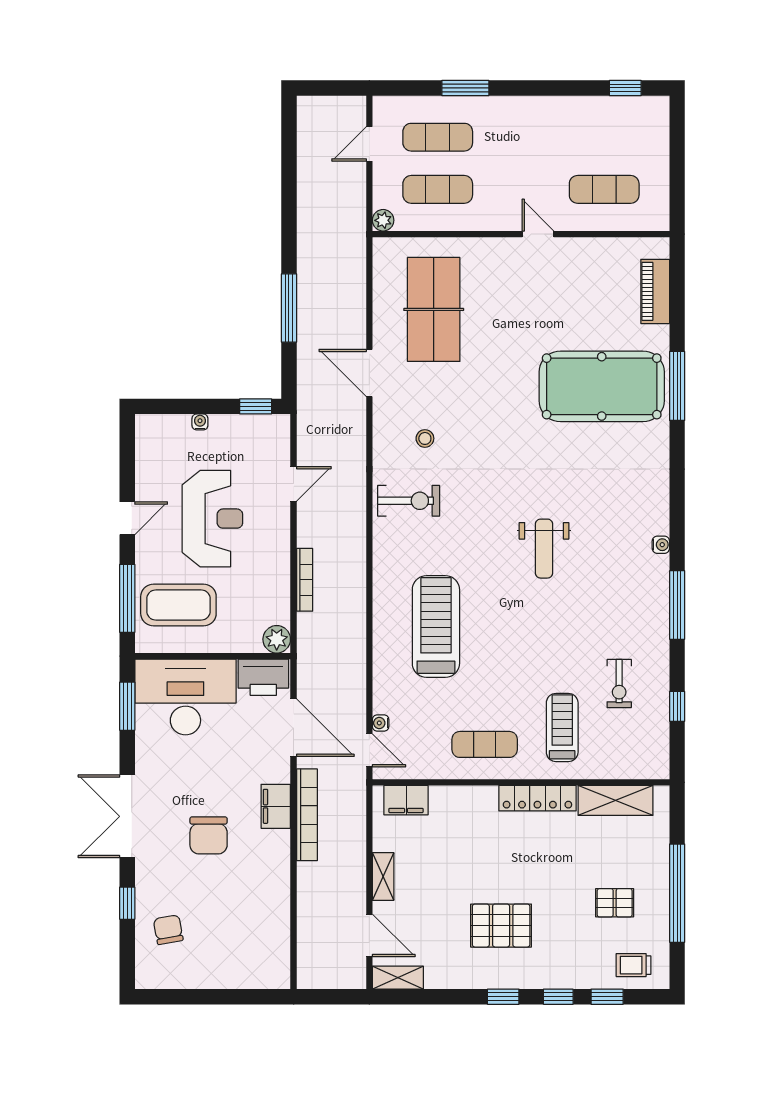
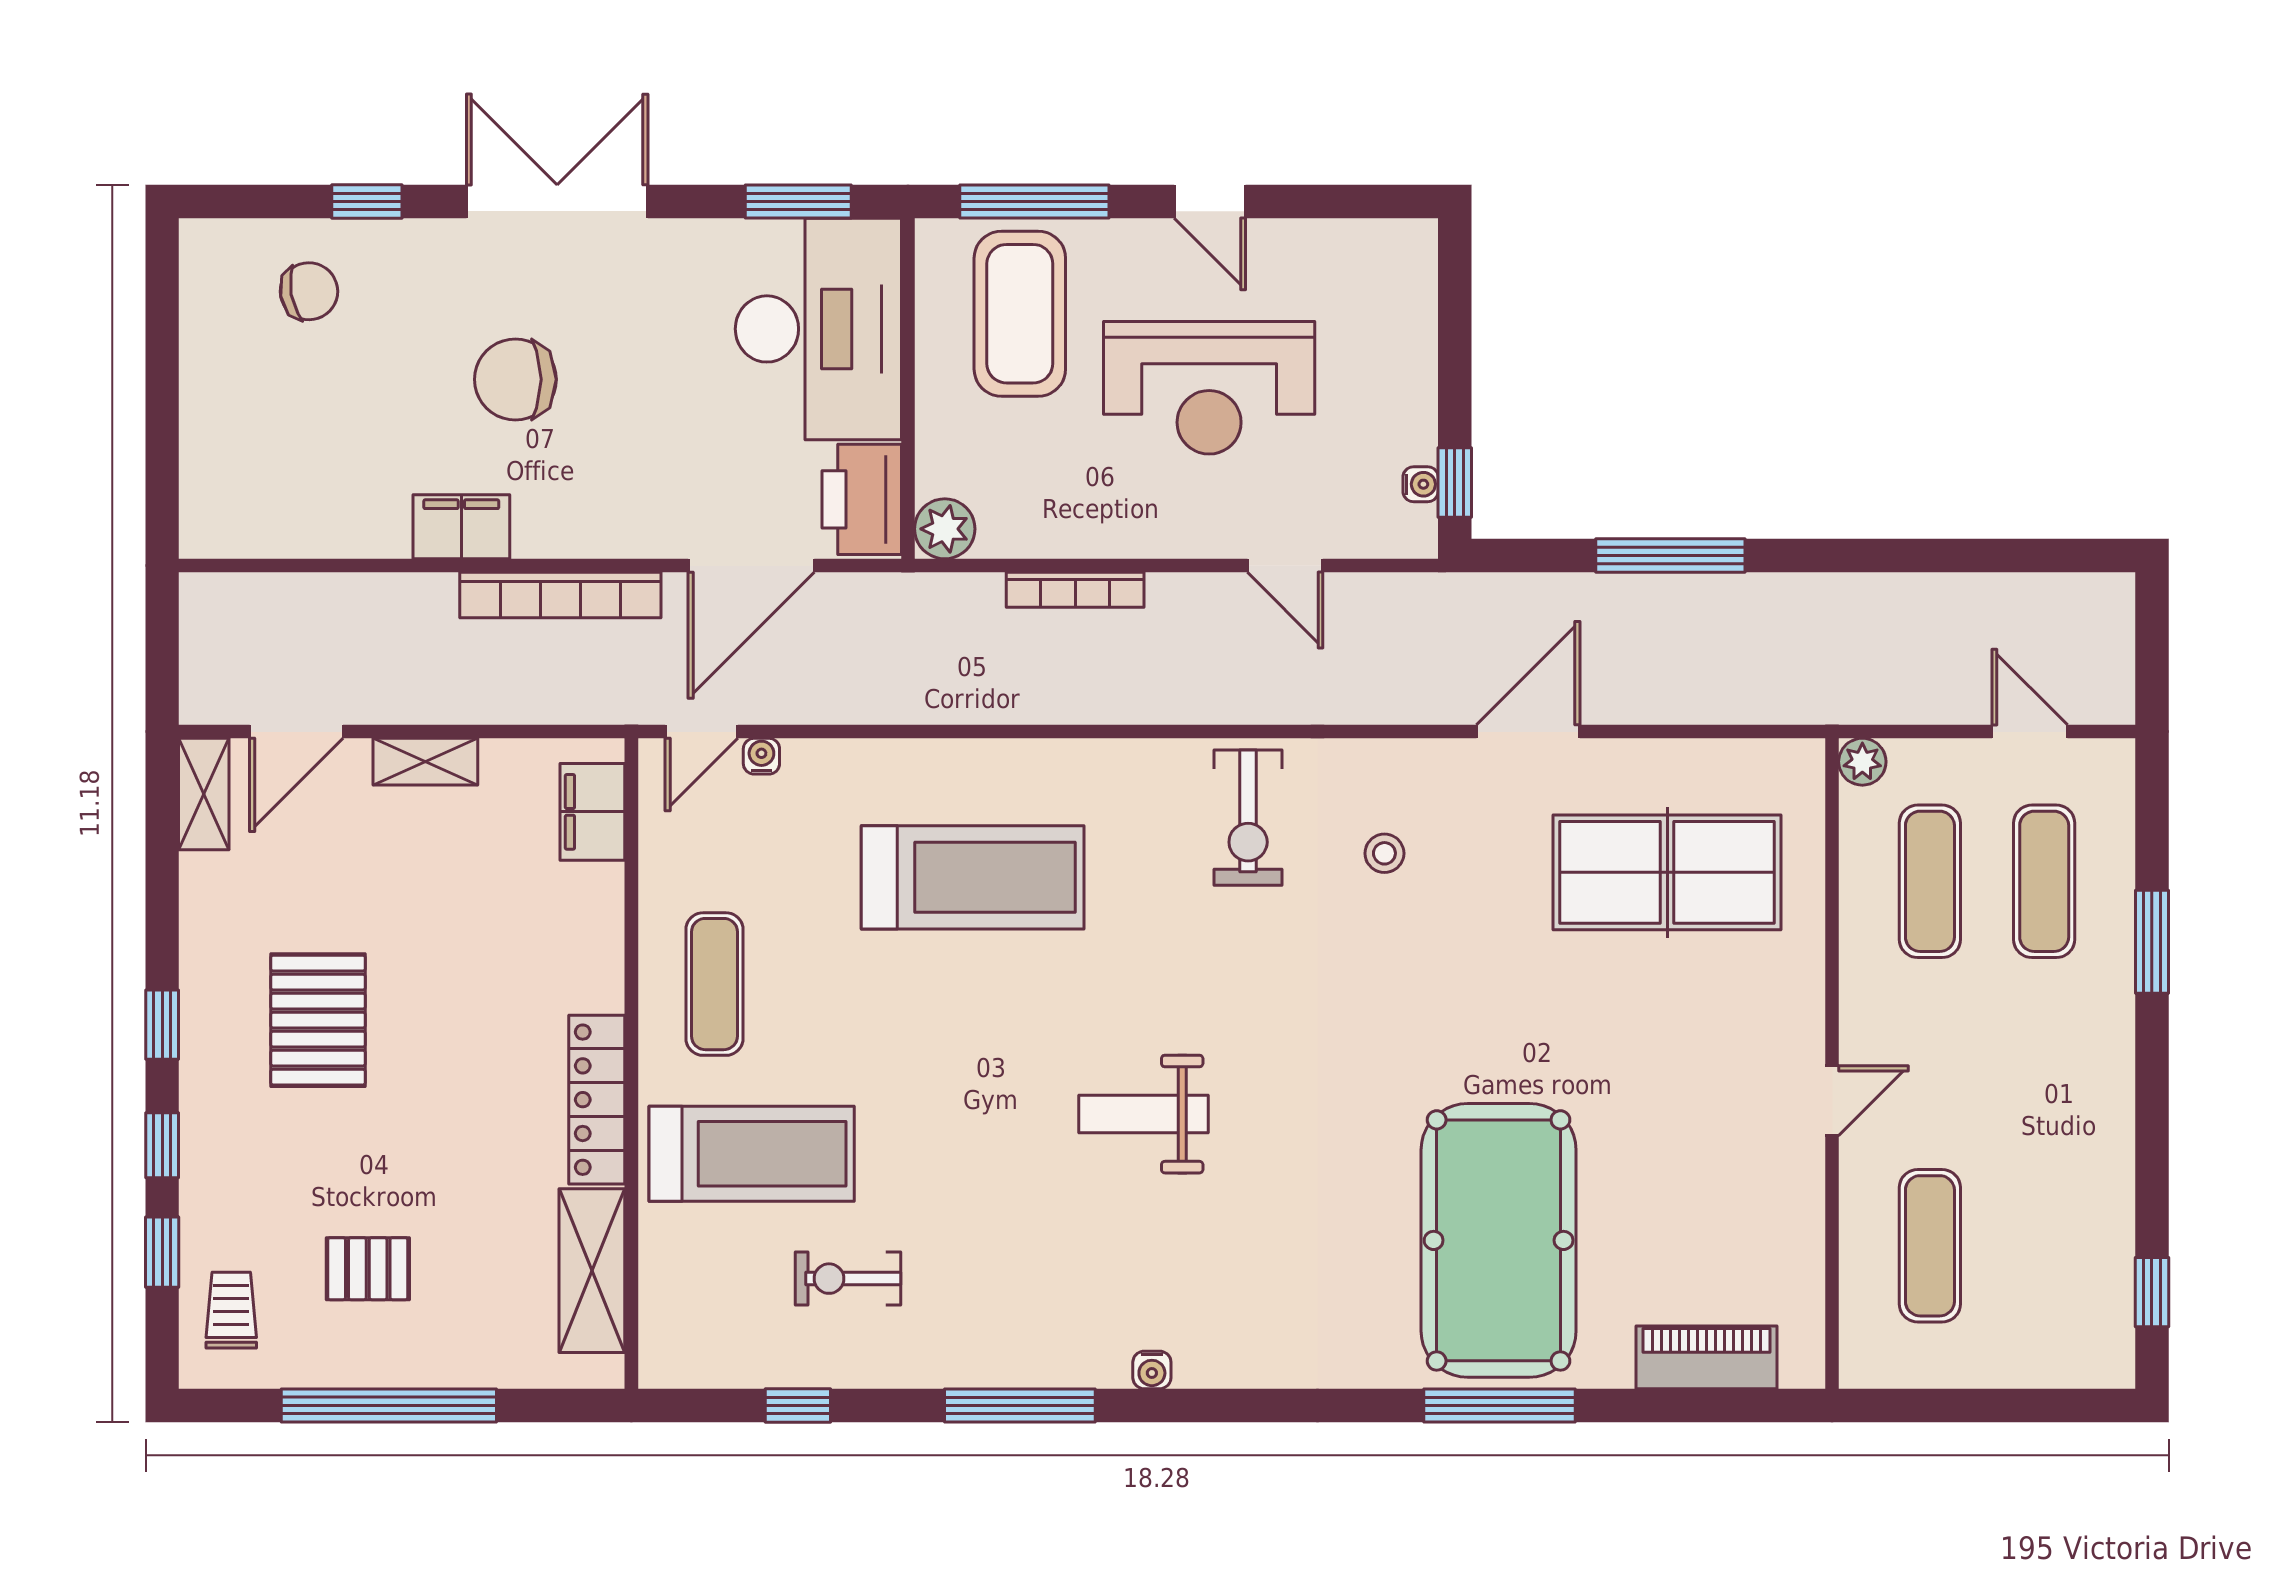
water cooler: (200, 422) -> (1421, 484), moved
treadmill: (562, 727) -> (752, 1154), width x1.37, depth x1.38
filing cabinet: (276, 806) -> (461, 527), moved
pallet: (615, 903) -> (368, 1269), turned 90

